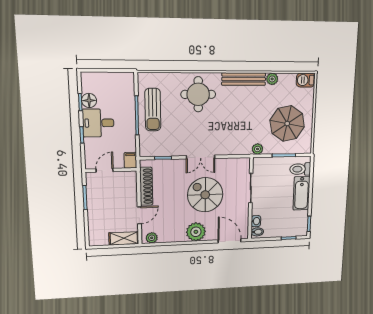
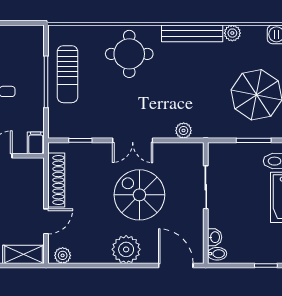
plant: (257, 149) -> (184, 130), moved

